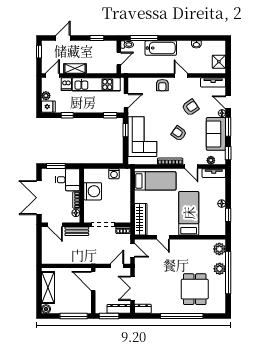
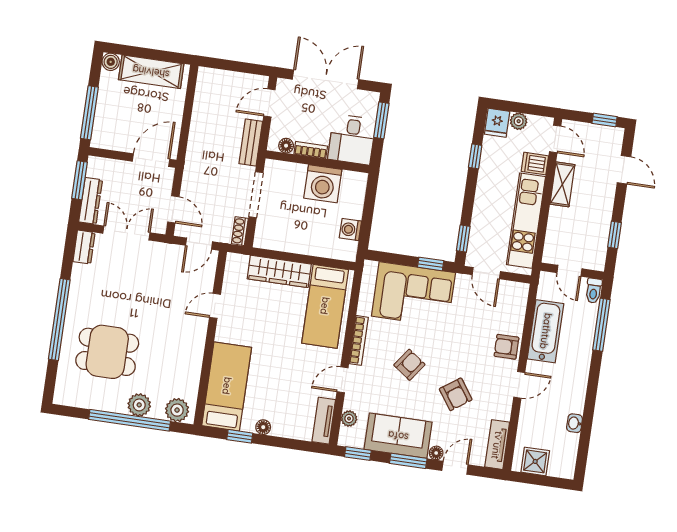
bathtub: (161, 48) -> (546, 331), moved, turned 180
bed: (189, 213) -> (227, 386), moved, turned -90
wardrobe: (141, 219) -> (279, 271), moved

